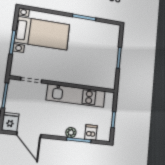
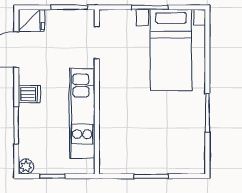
dishwasher: (91, 132) -> (29, 94), moved
plant: (71, 133) -> (26, 167), moved

